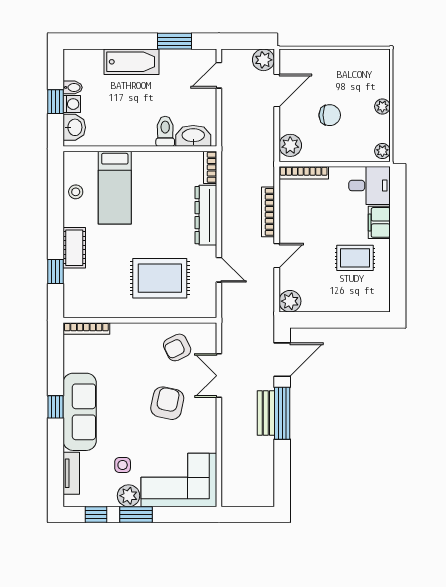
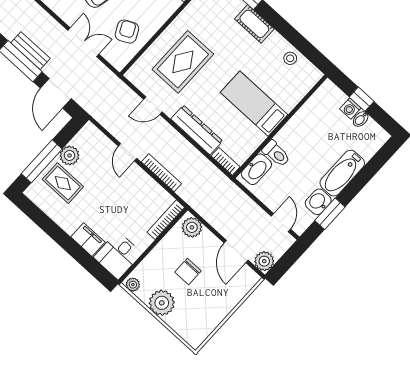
plant: (382, 106) -> (162, 303), width x1.87, depth x1.87
washbasin: (74, 127) -> (318, 202), moved, turned 90
bed: (115, 188) -> (254, 104), moved
rug: (355, 258) -> (63, 183), moved, turned 90
plant: (290, 301) -> (69, 155), moved
window: (349, 320) -> (42, 161), added

